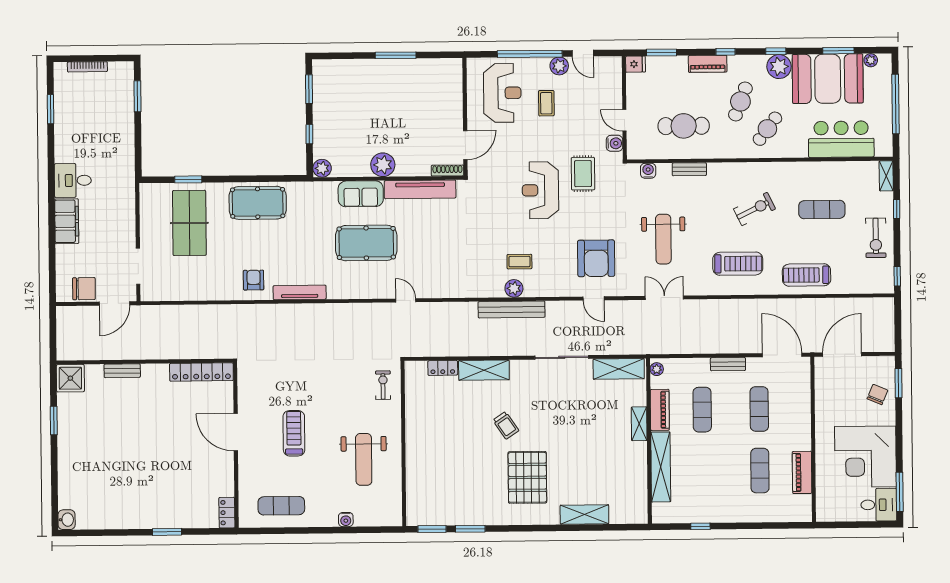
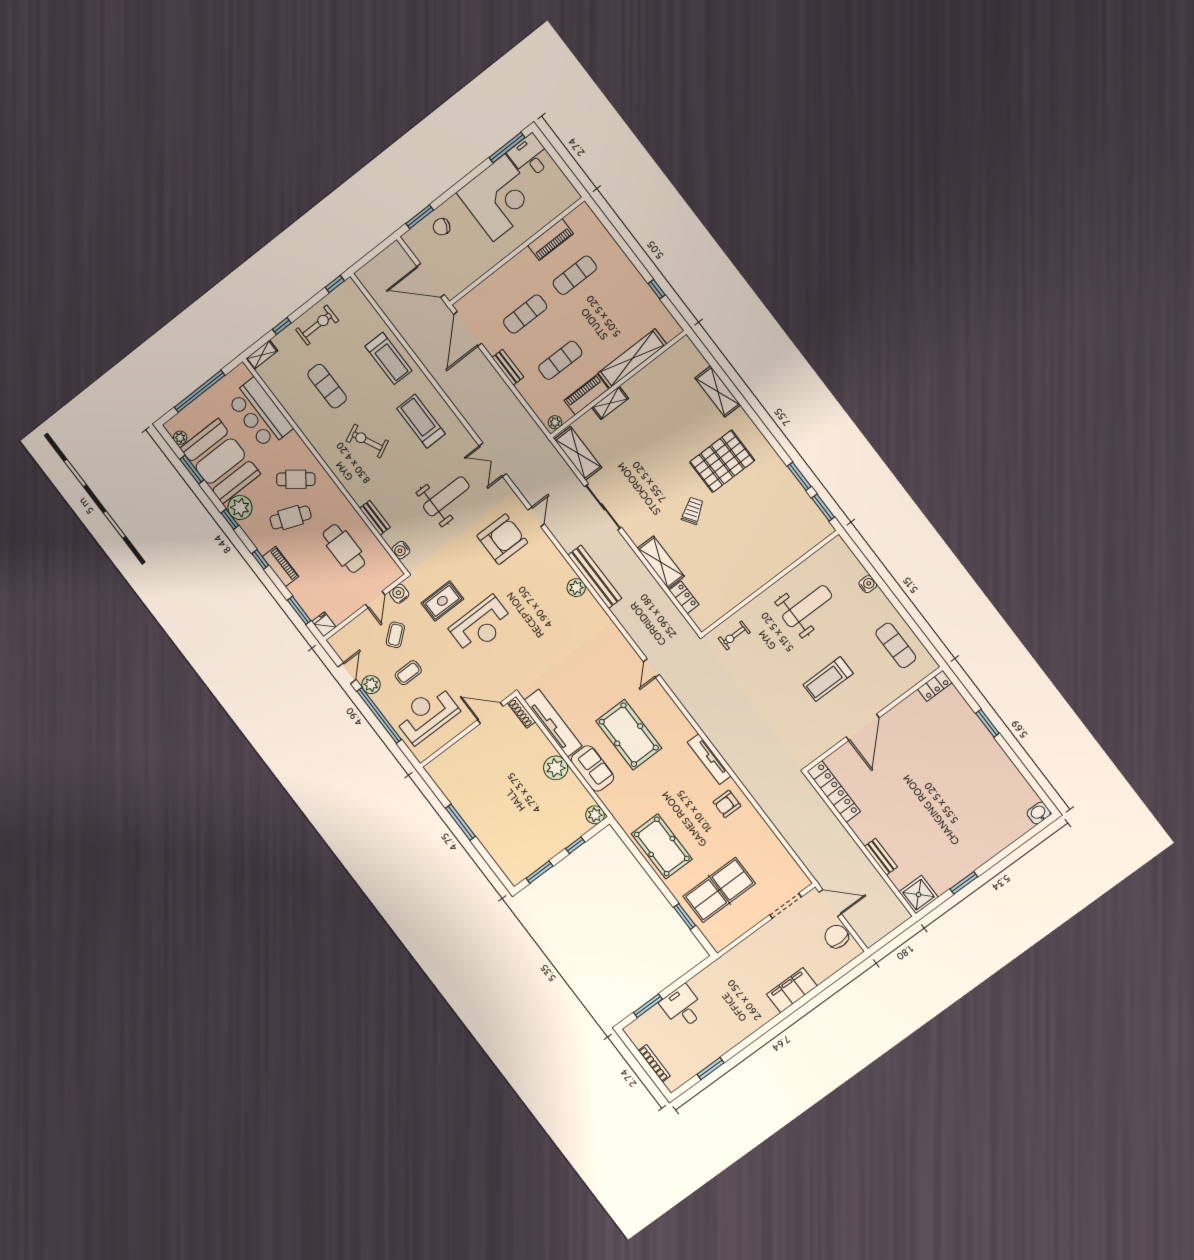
desk: (73, 180) -> (683, 1007), moved, turned 180
coffee table: (519, 262) -> (395, 635), moved, turned 50

